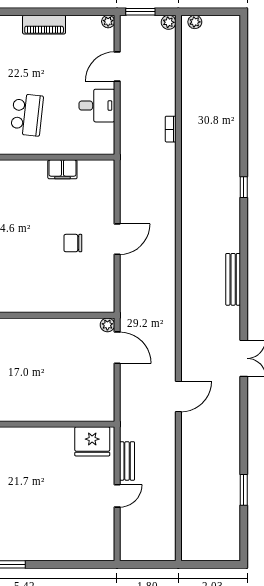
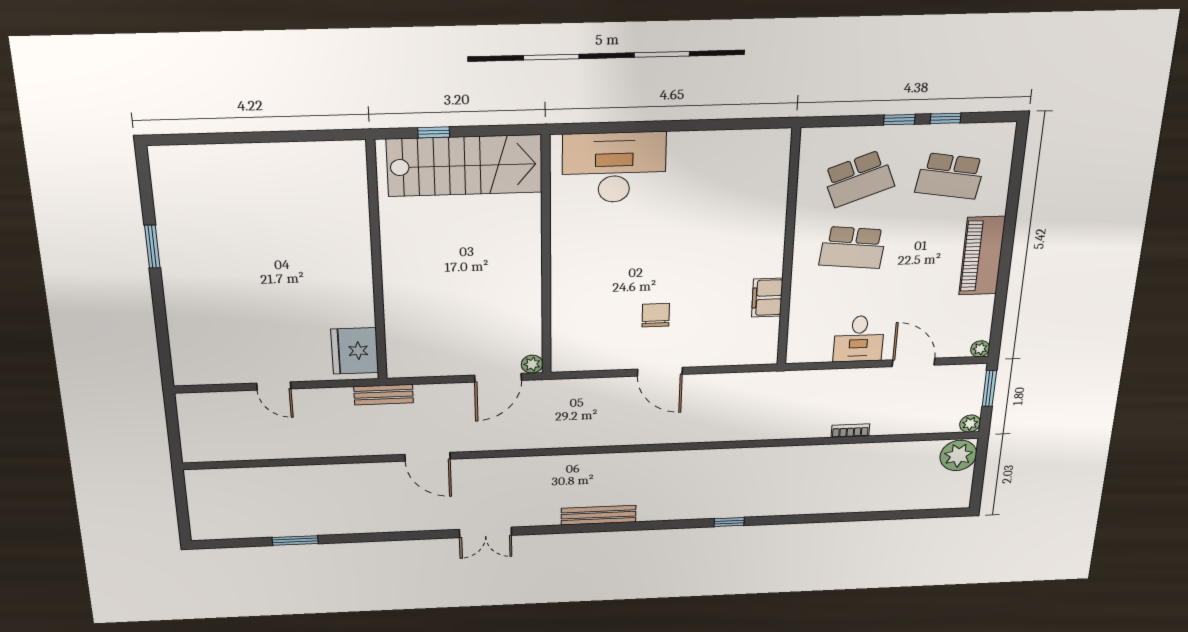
plant: (195, 22) -> (958, 455), width x1.88, depth x1.88
piano: (44, 25) -> (982, 256), width x1.37, depth x1.33
bookcase: (171, 129) -> (850, 431), moved
bench: (127, 461) -> (384, 395), moved

